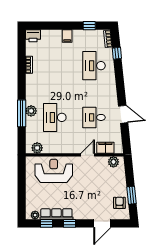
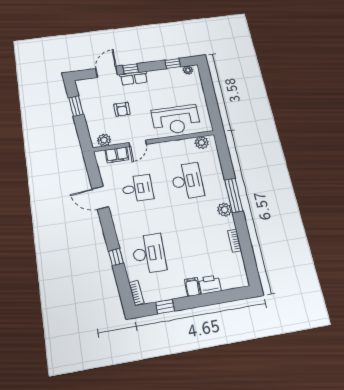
printer: (33, 36) -> (210, 284), moved
window: (117, 53) -> (116, 257), moved
plant: (31, 111) -> (225, 210), moved
window: (22, 113) -> (234, 195), moved
armchair: (119, 203) -> (122, 109), moved
row of seats: (56, 214) -> (134, 78), moved, width x0.68
window: (69, 223) -> (131, 69), moved

